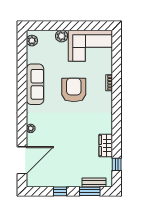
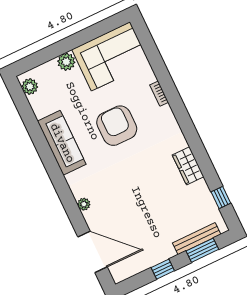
wardrobe: (106, 145) -> (188, 166), moved
door: (22, 160) -> (93, 252), hinge flipped
bench: (94, 183) -> (197, 239), width x1.36

